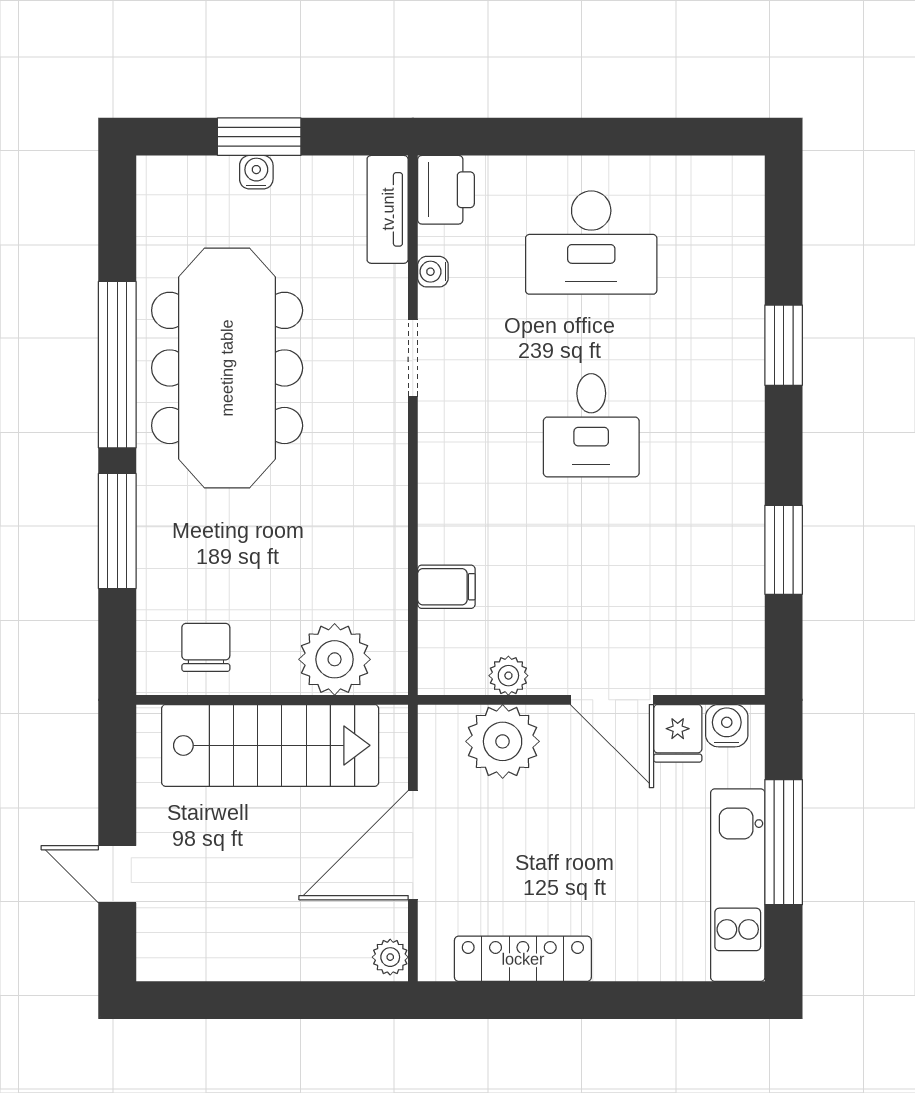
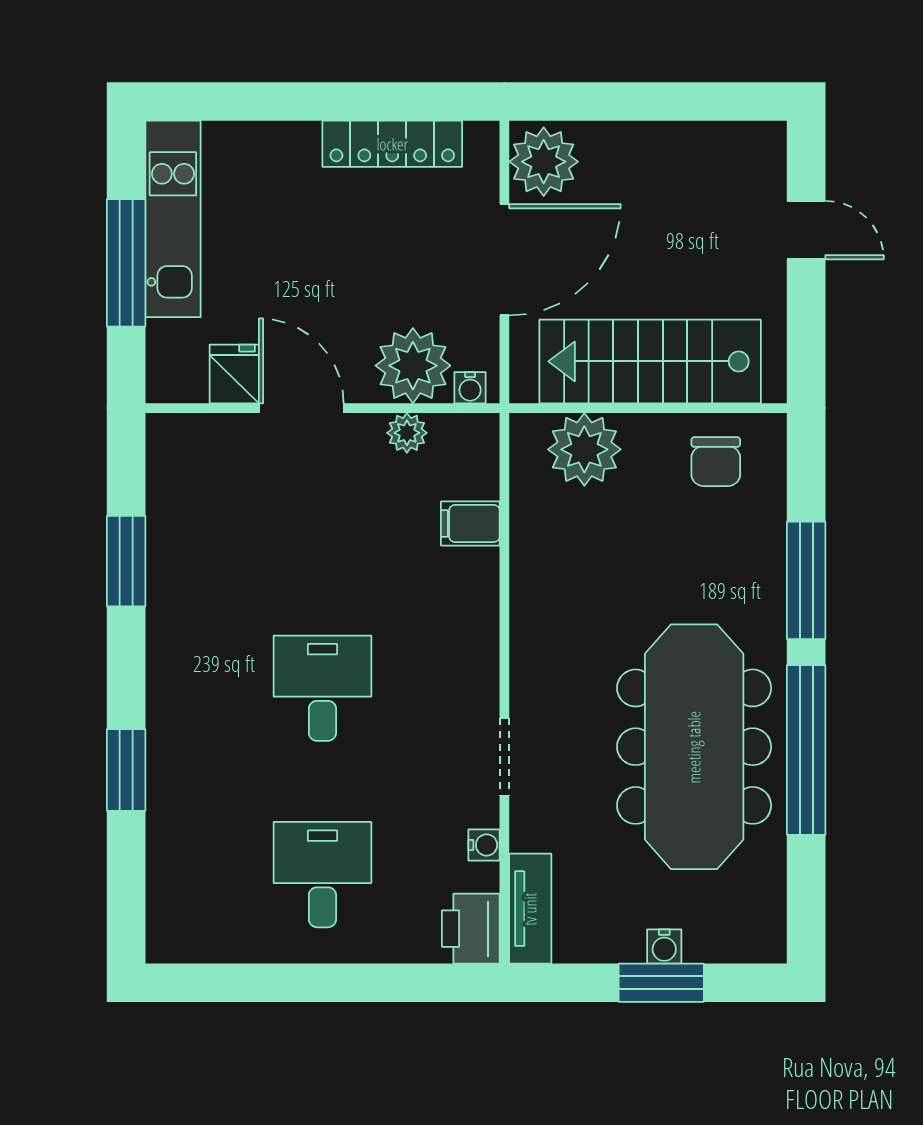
desk: (591, 243) -> (322, 875), width x0.73
water cooler: (727, 726) -> (470, 388), moved, width x0.72, depth x0.72
plant: (390, 957) -> (544, 162), width x1.88, depth x1.88

